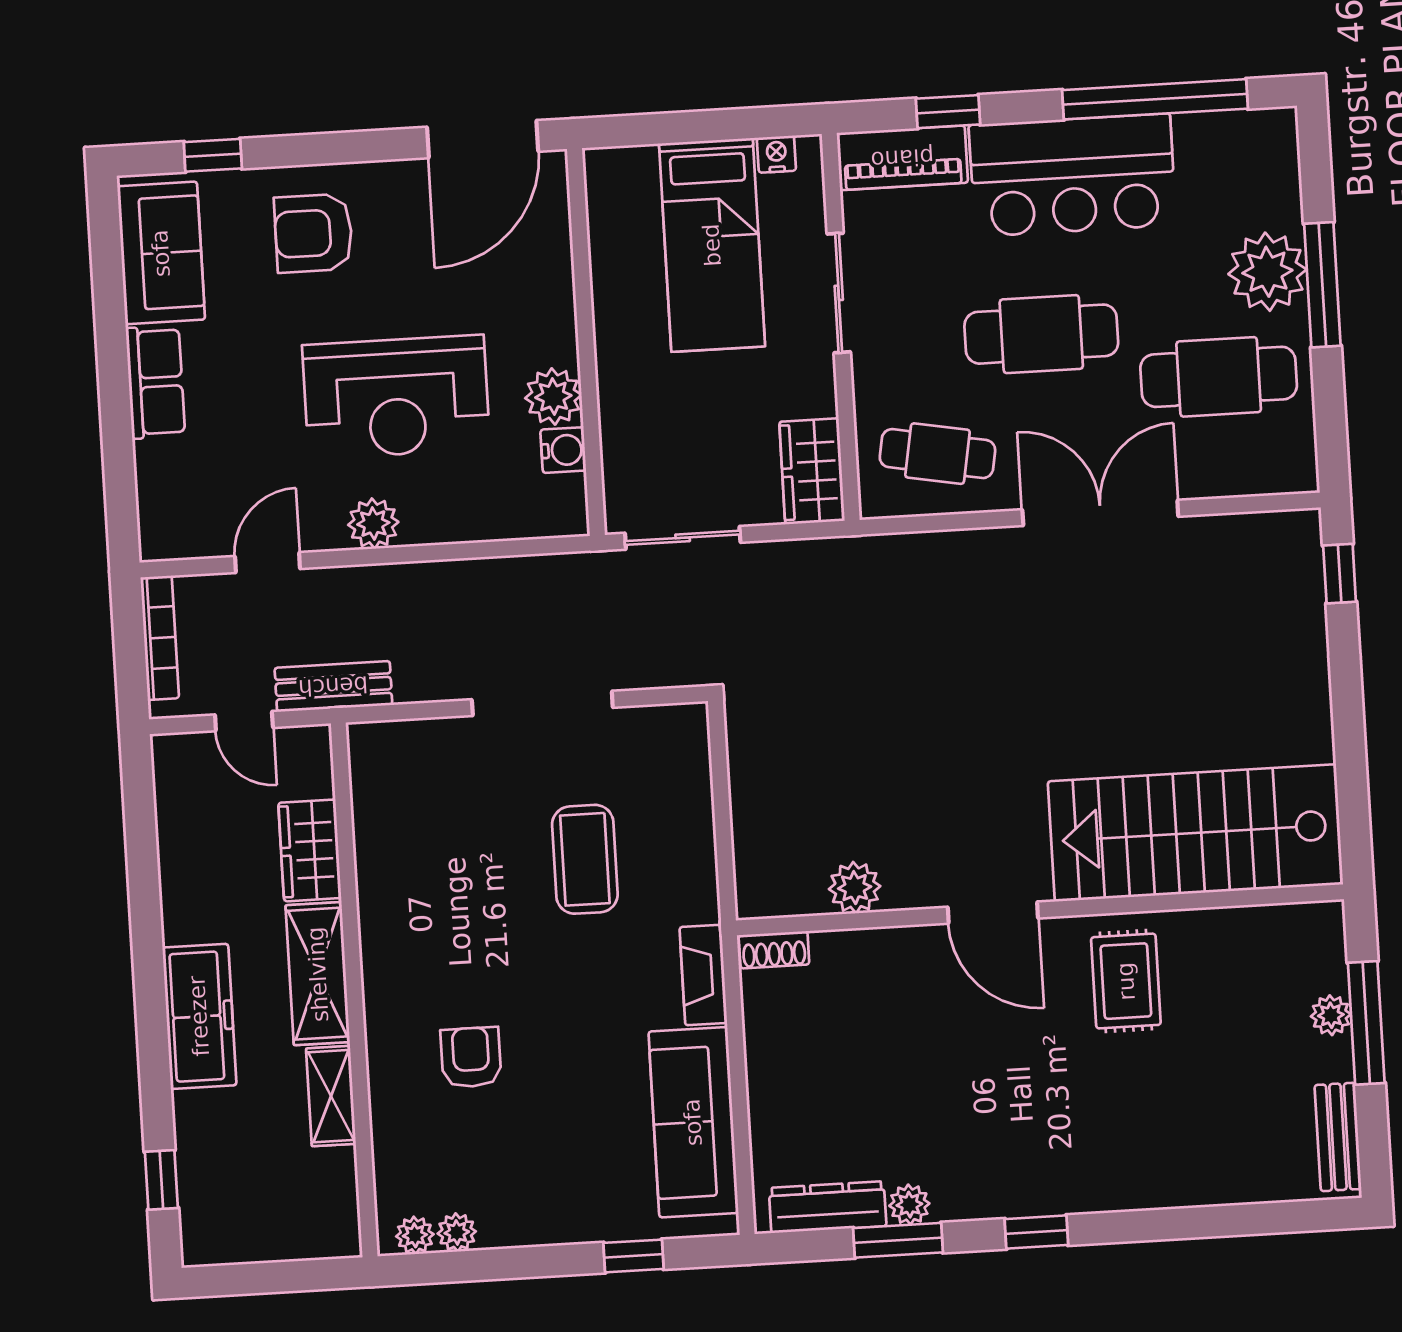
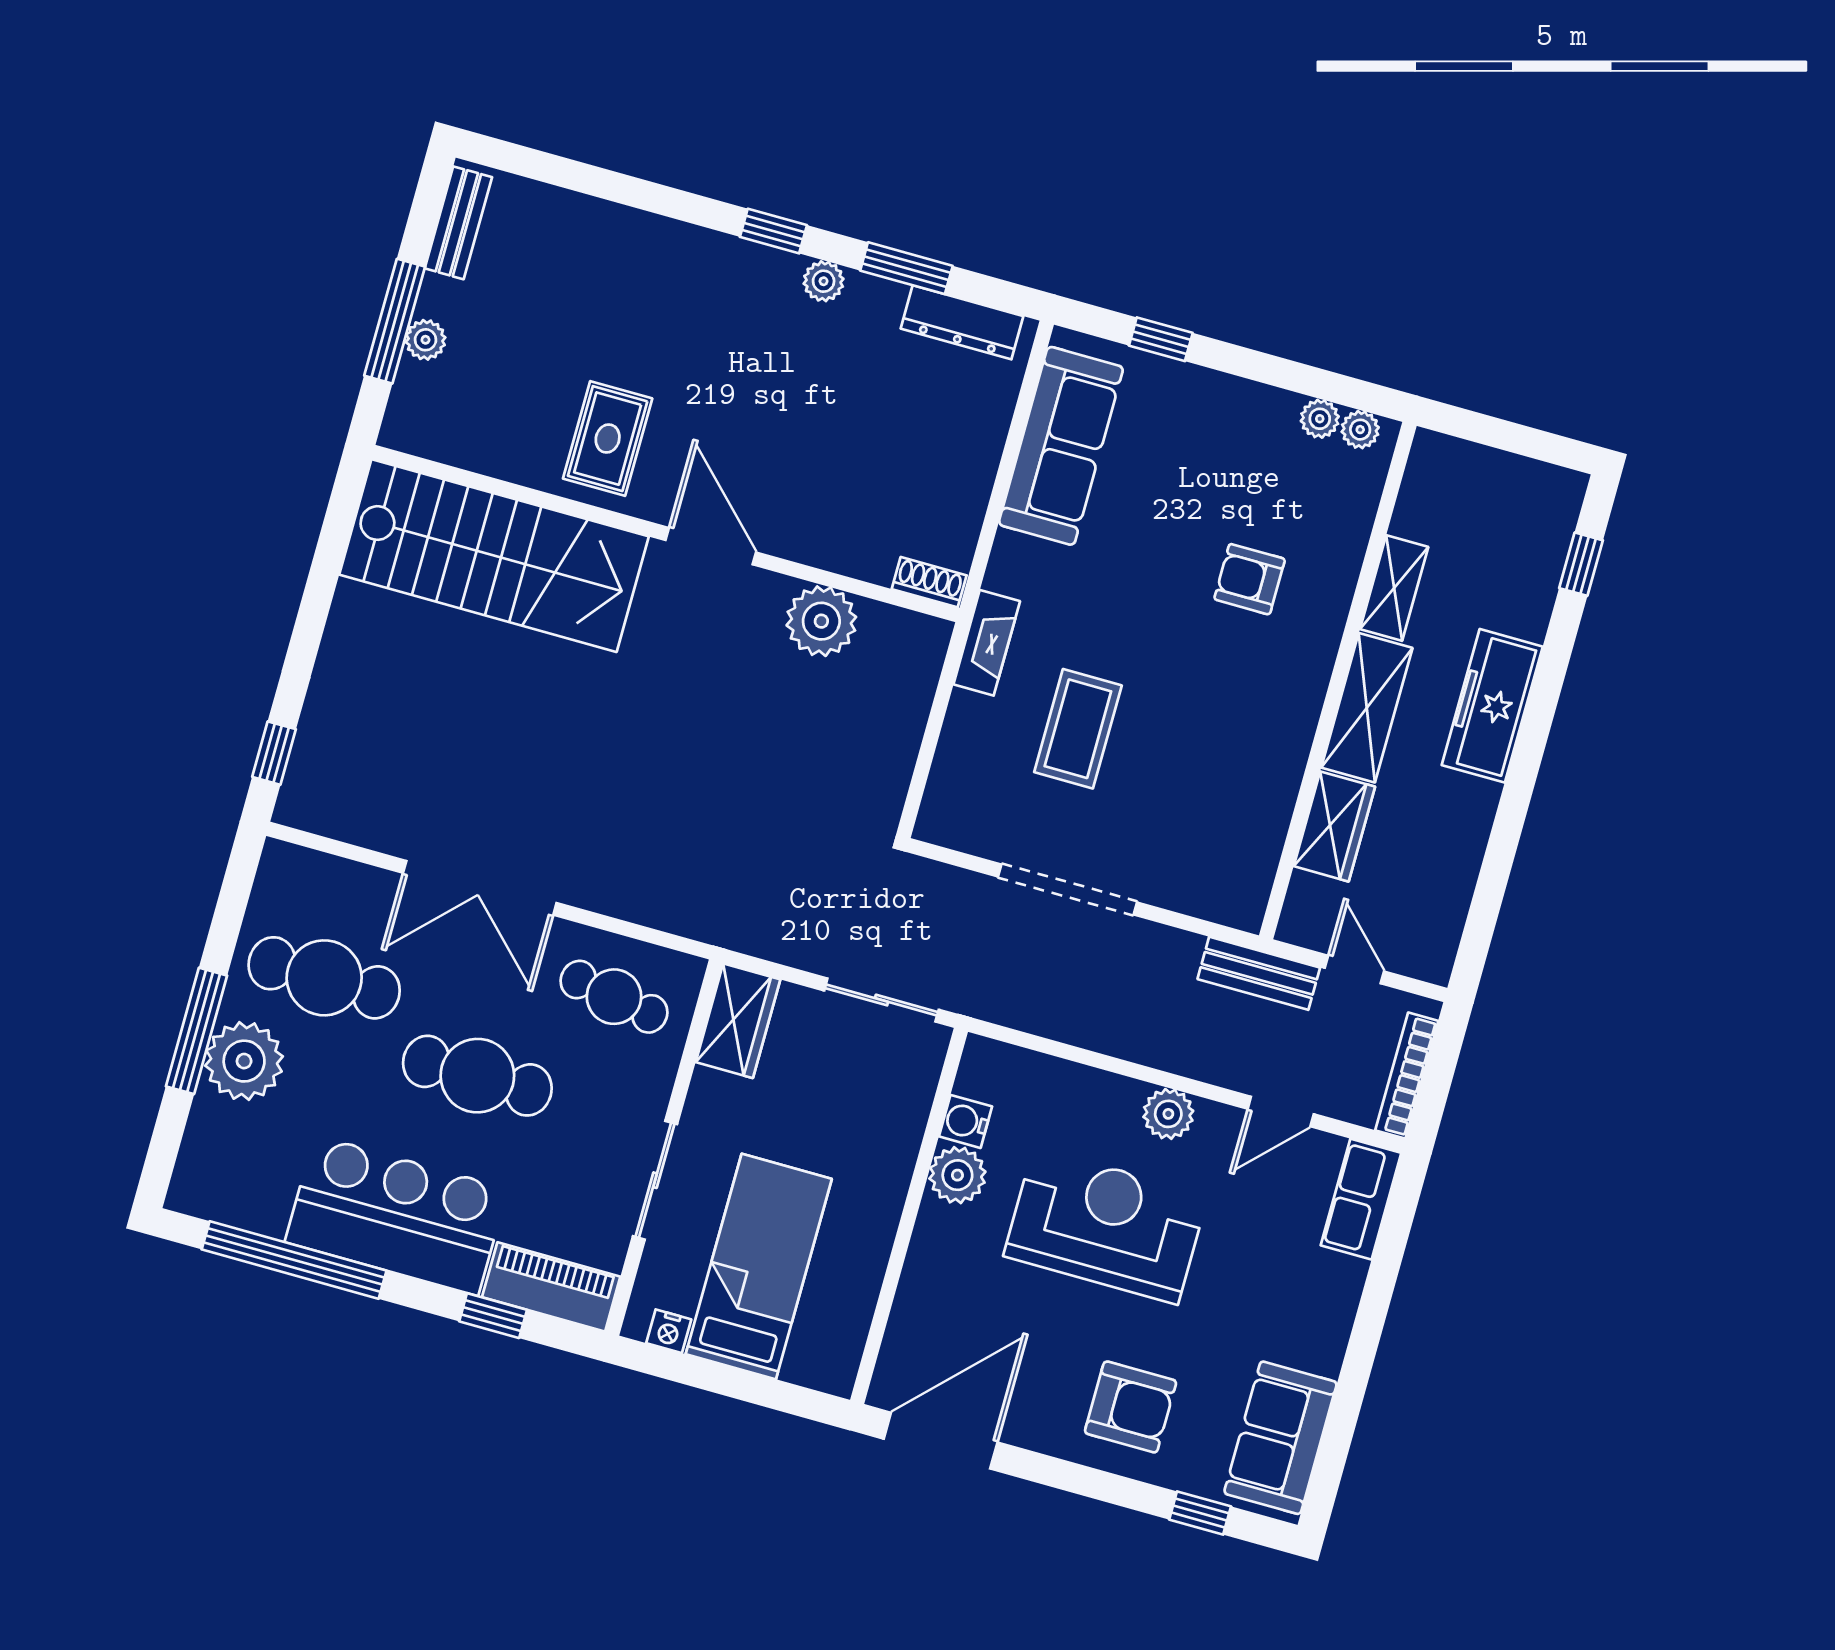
row of seats: (155, 382) -> (1361, 1199), moved
plant: (855, 888) -> (821, 621), width x1.36, depth x1.36
fireplace: (703, 975) -> (987, 643), moved
armchair: (471, 1057) -> (1250, 579), turned 90
plant: (909, 1205) -> (824, 281), moved

